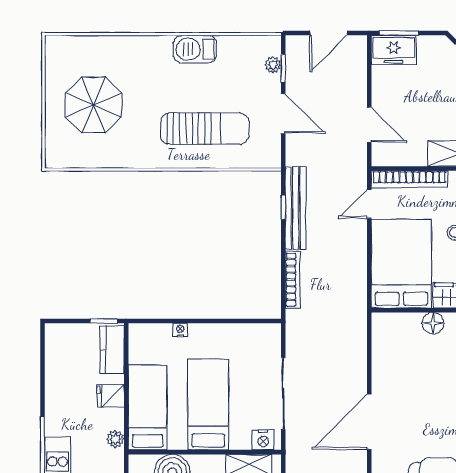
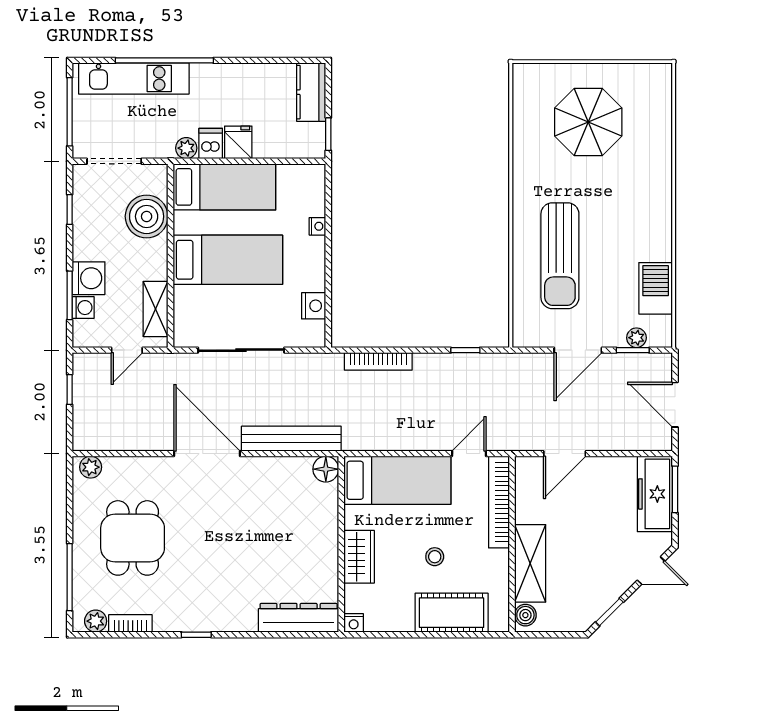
barbecue: (195, 49) -> (656, 288), moved
freezer: (394, 50) -> (655, 494), width x1.40
door: (369, 204) -> (469, 454), hinge flipped
bench: (296, 208) -> (291, 439), moved
bed: (401, 264) -> (397, 480), width x0.67
floor lamp: (433, 323) -> (326, 469), moved
kitchen counter: (112, 350) -> (311, 92), moved, turned -90
dishwasher: (112, 419) -> (211, 143), added
nightstand: (263, 440) -> (314, 306), moved, turned 180

